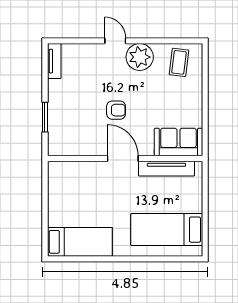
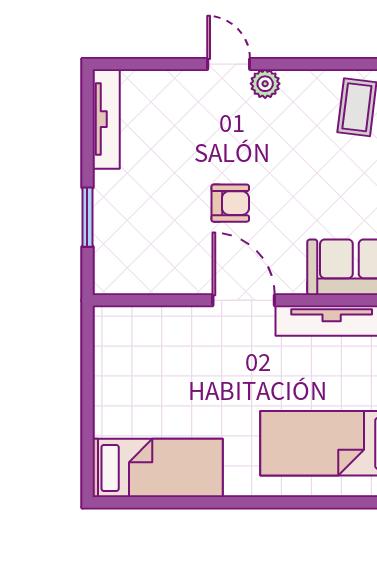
plant: (140, 57) -> (265, 84), width x0.53, depth x0.53
tv unit: (54, 61) -> (106, 119), width x1.41

